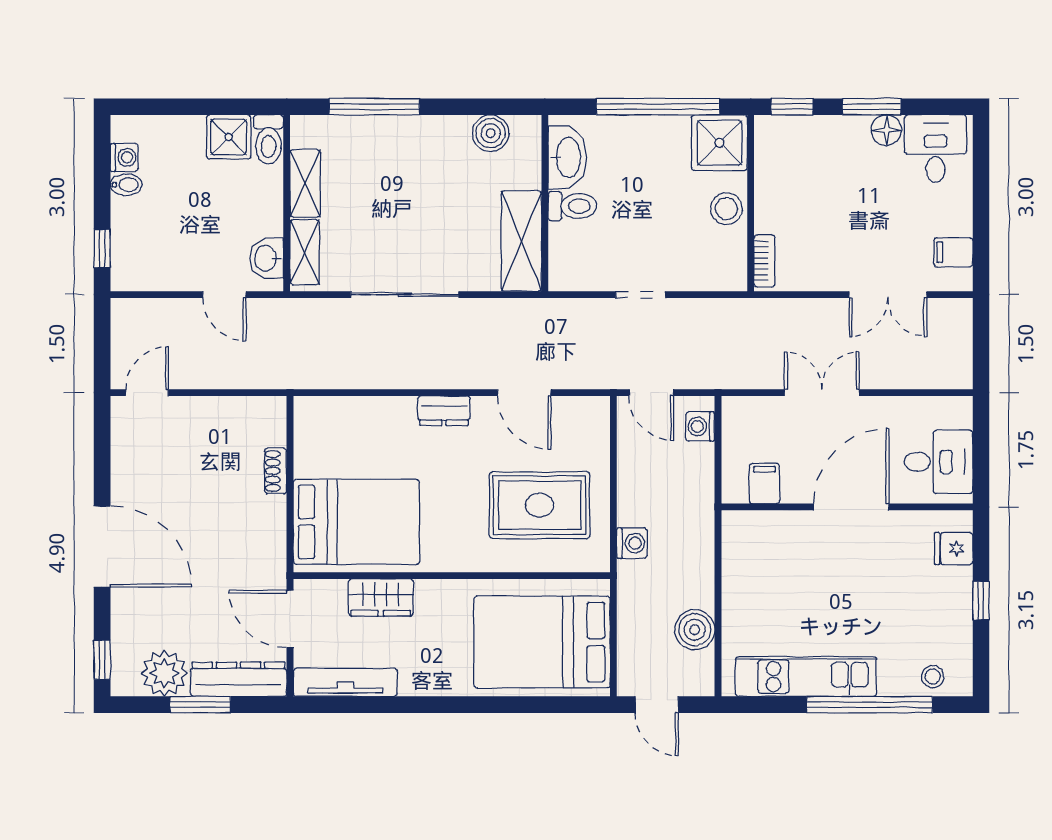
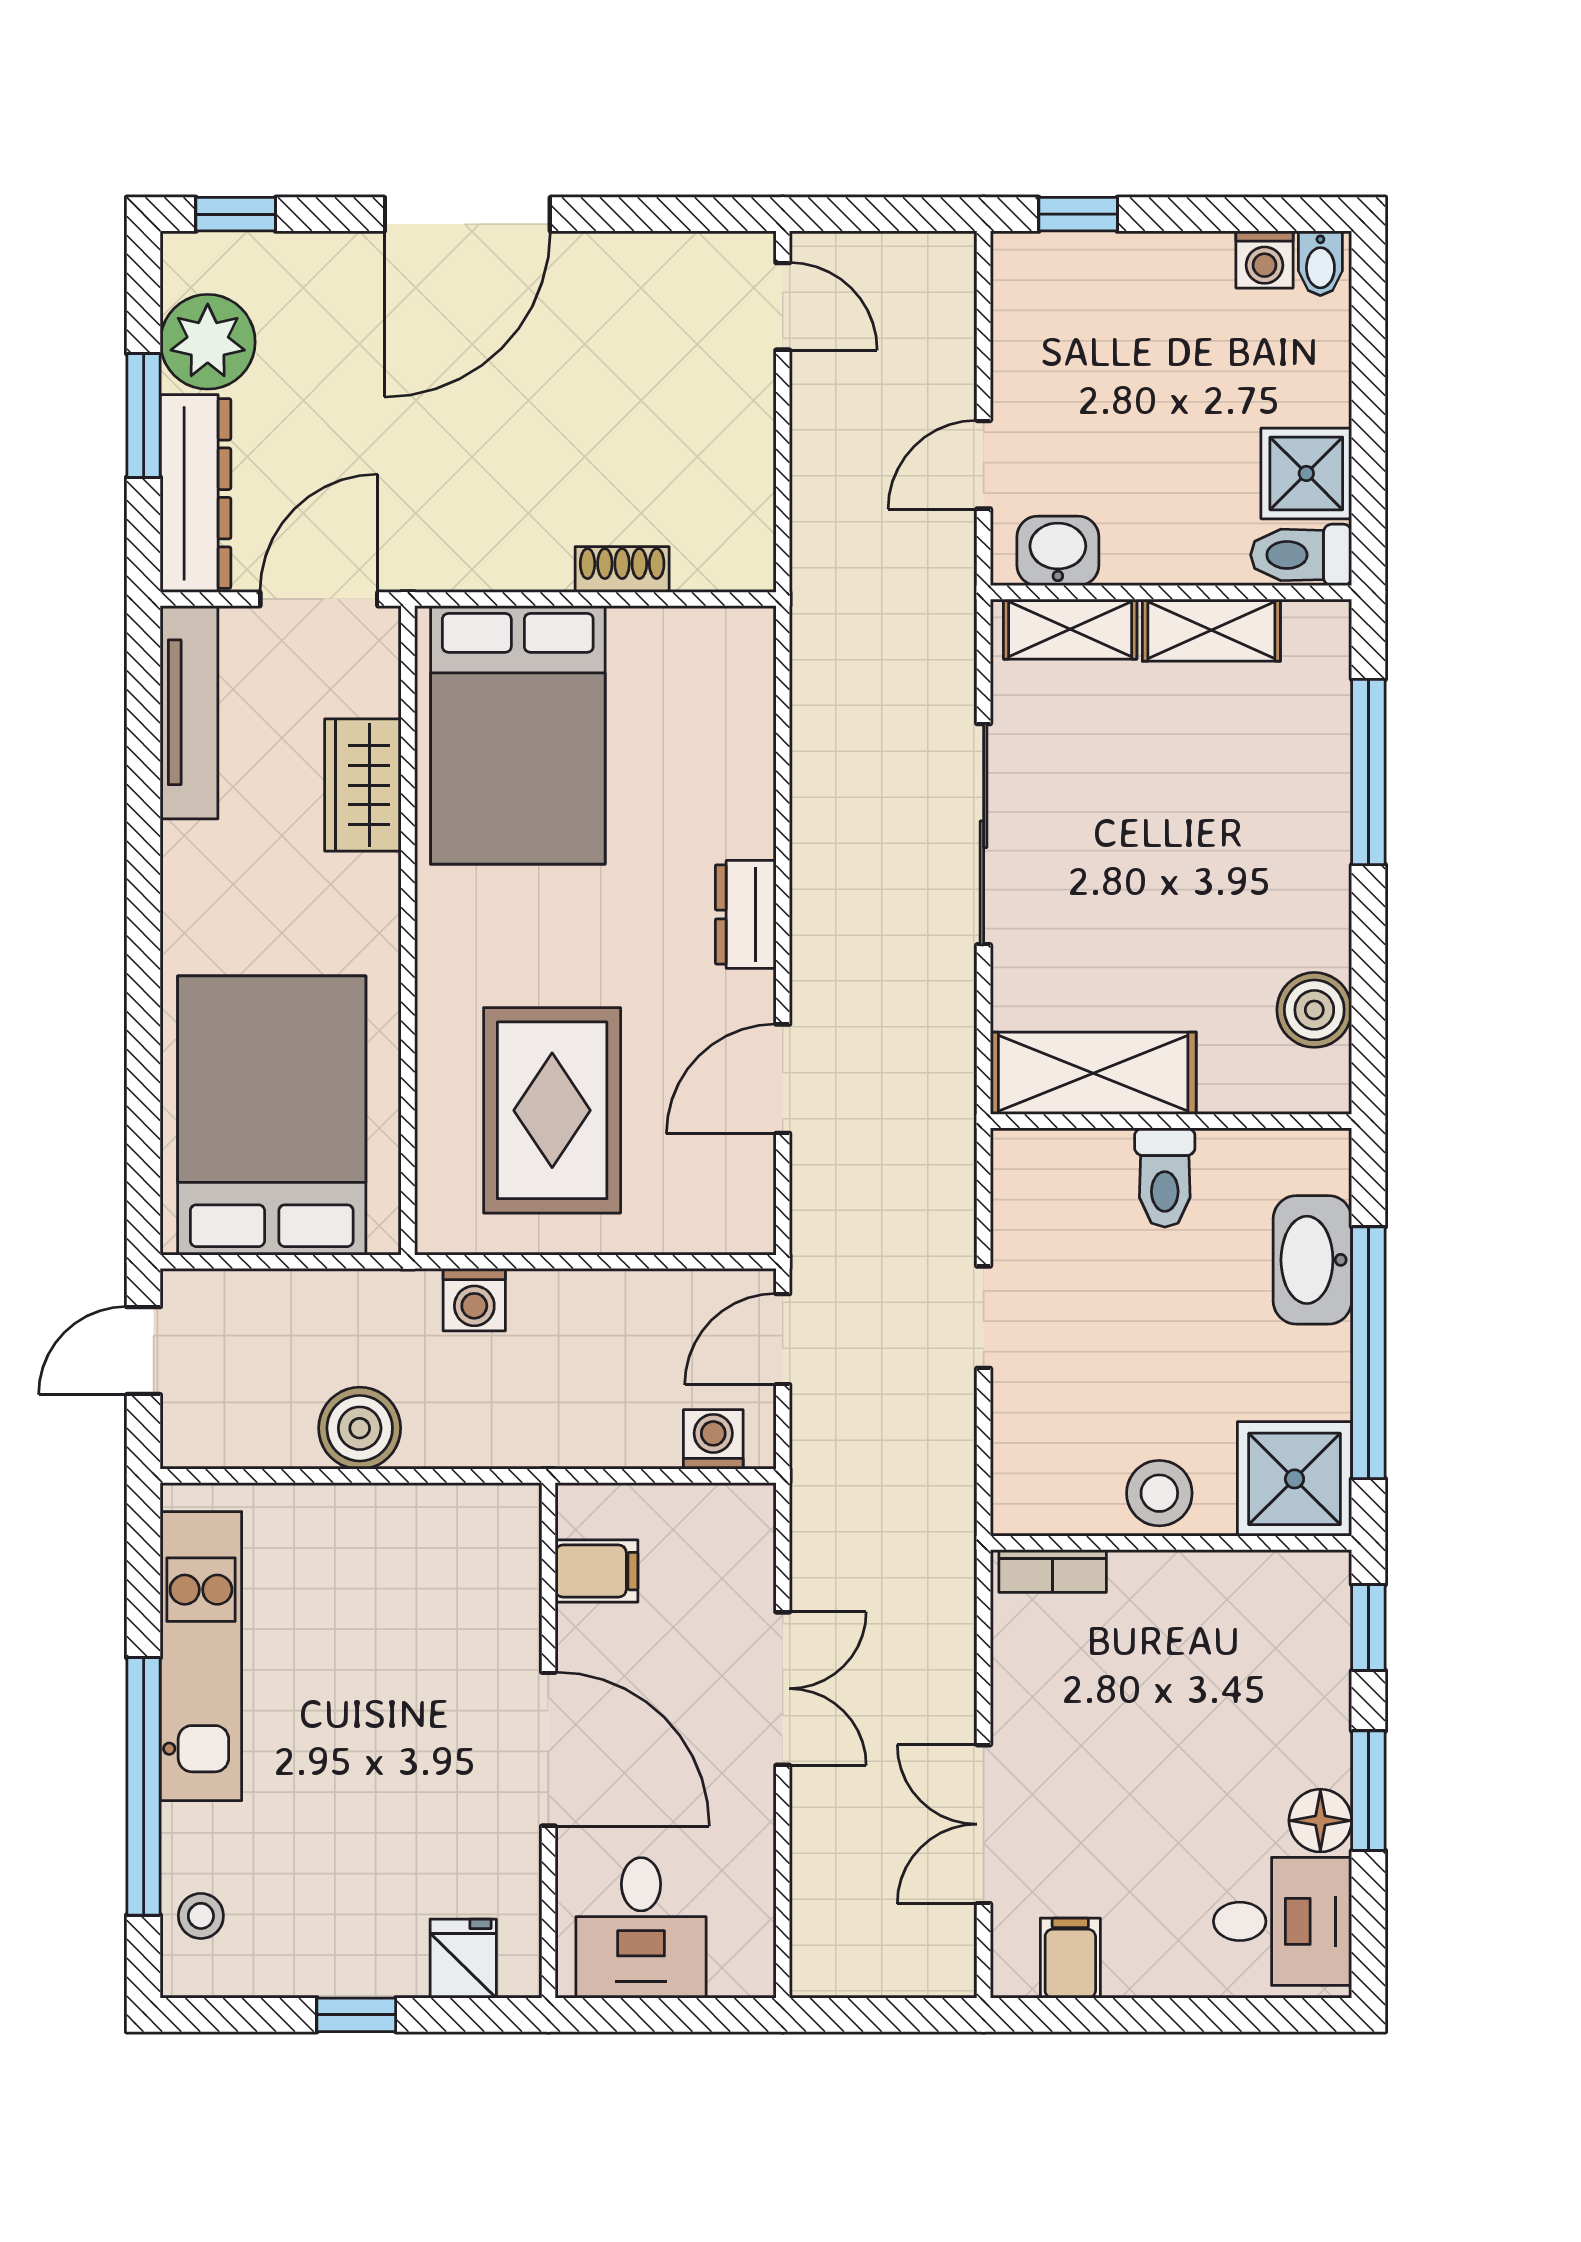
washbasin: (567, 157) -> (1312, 1260), moved, turned 90
bidet: (126, 185) -> (1320, 263), moved
boiler: (695, 630) -> (360, 1428), moved

